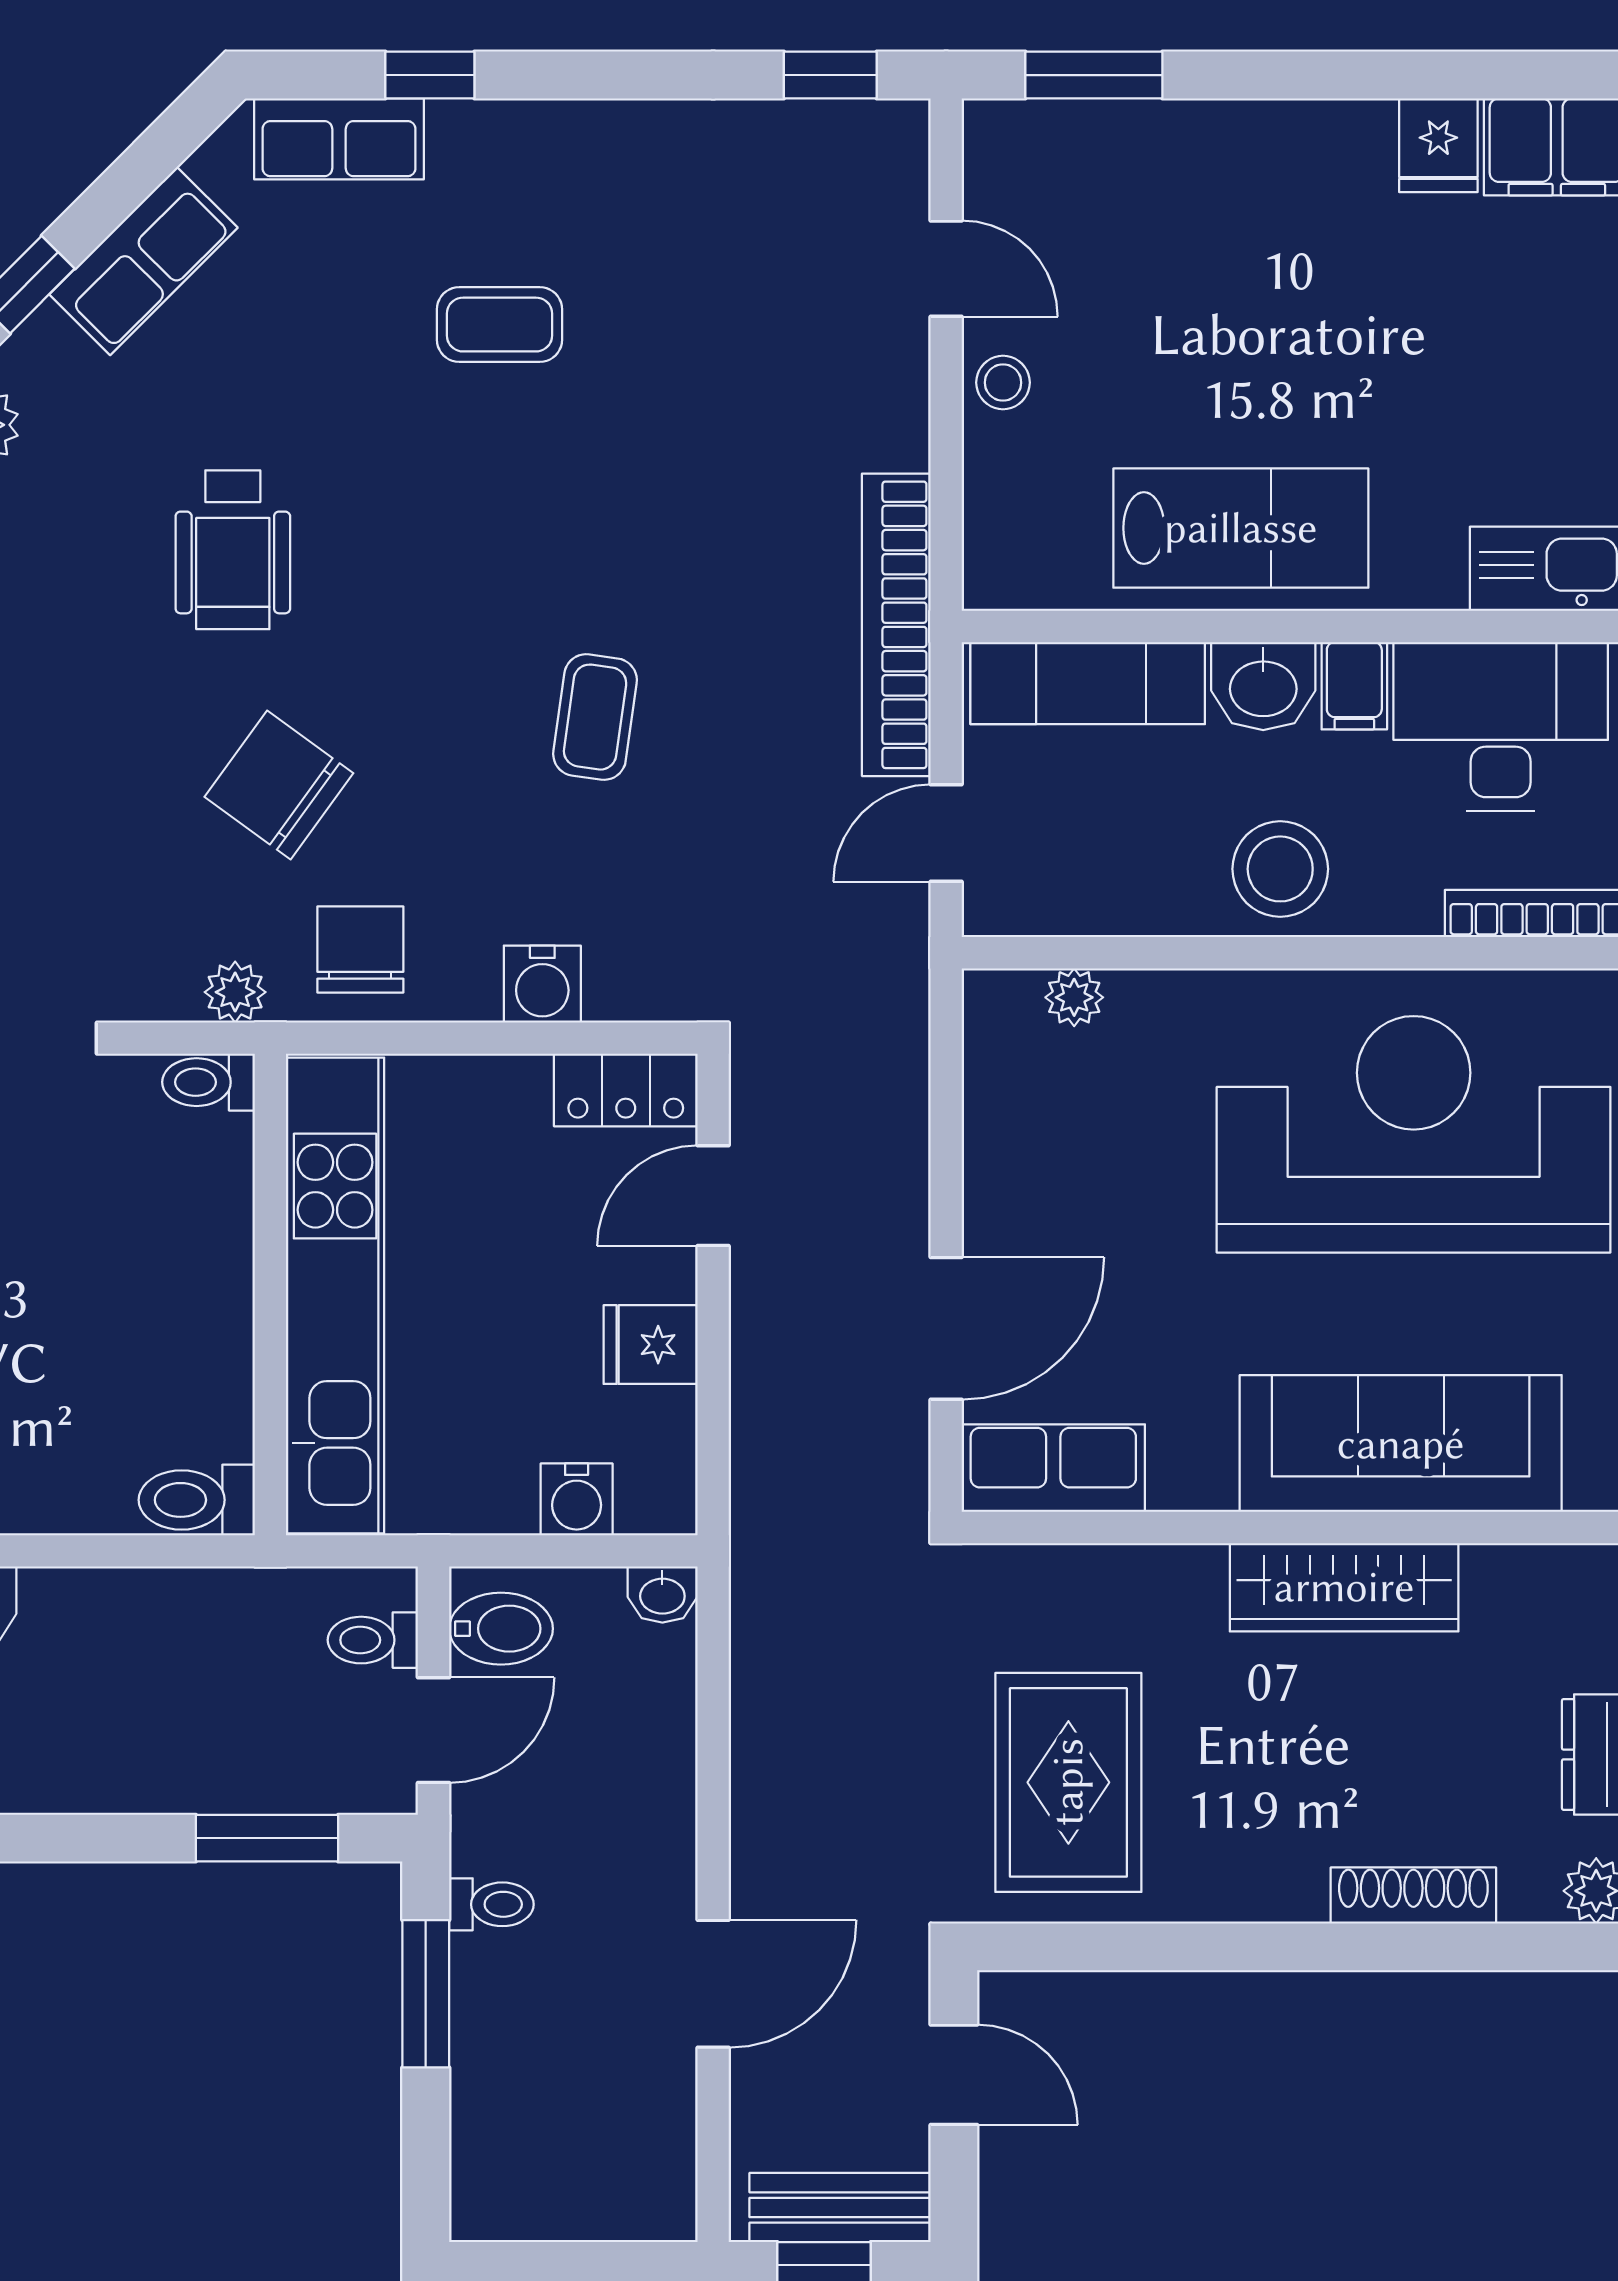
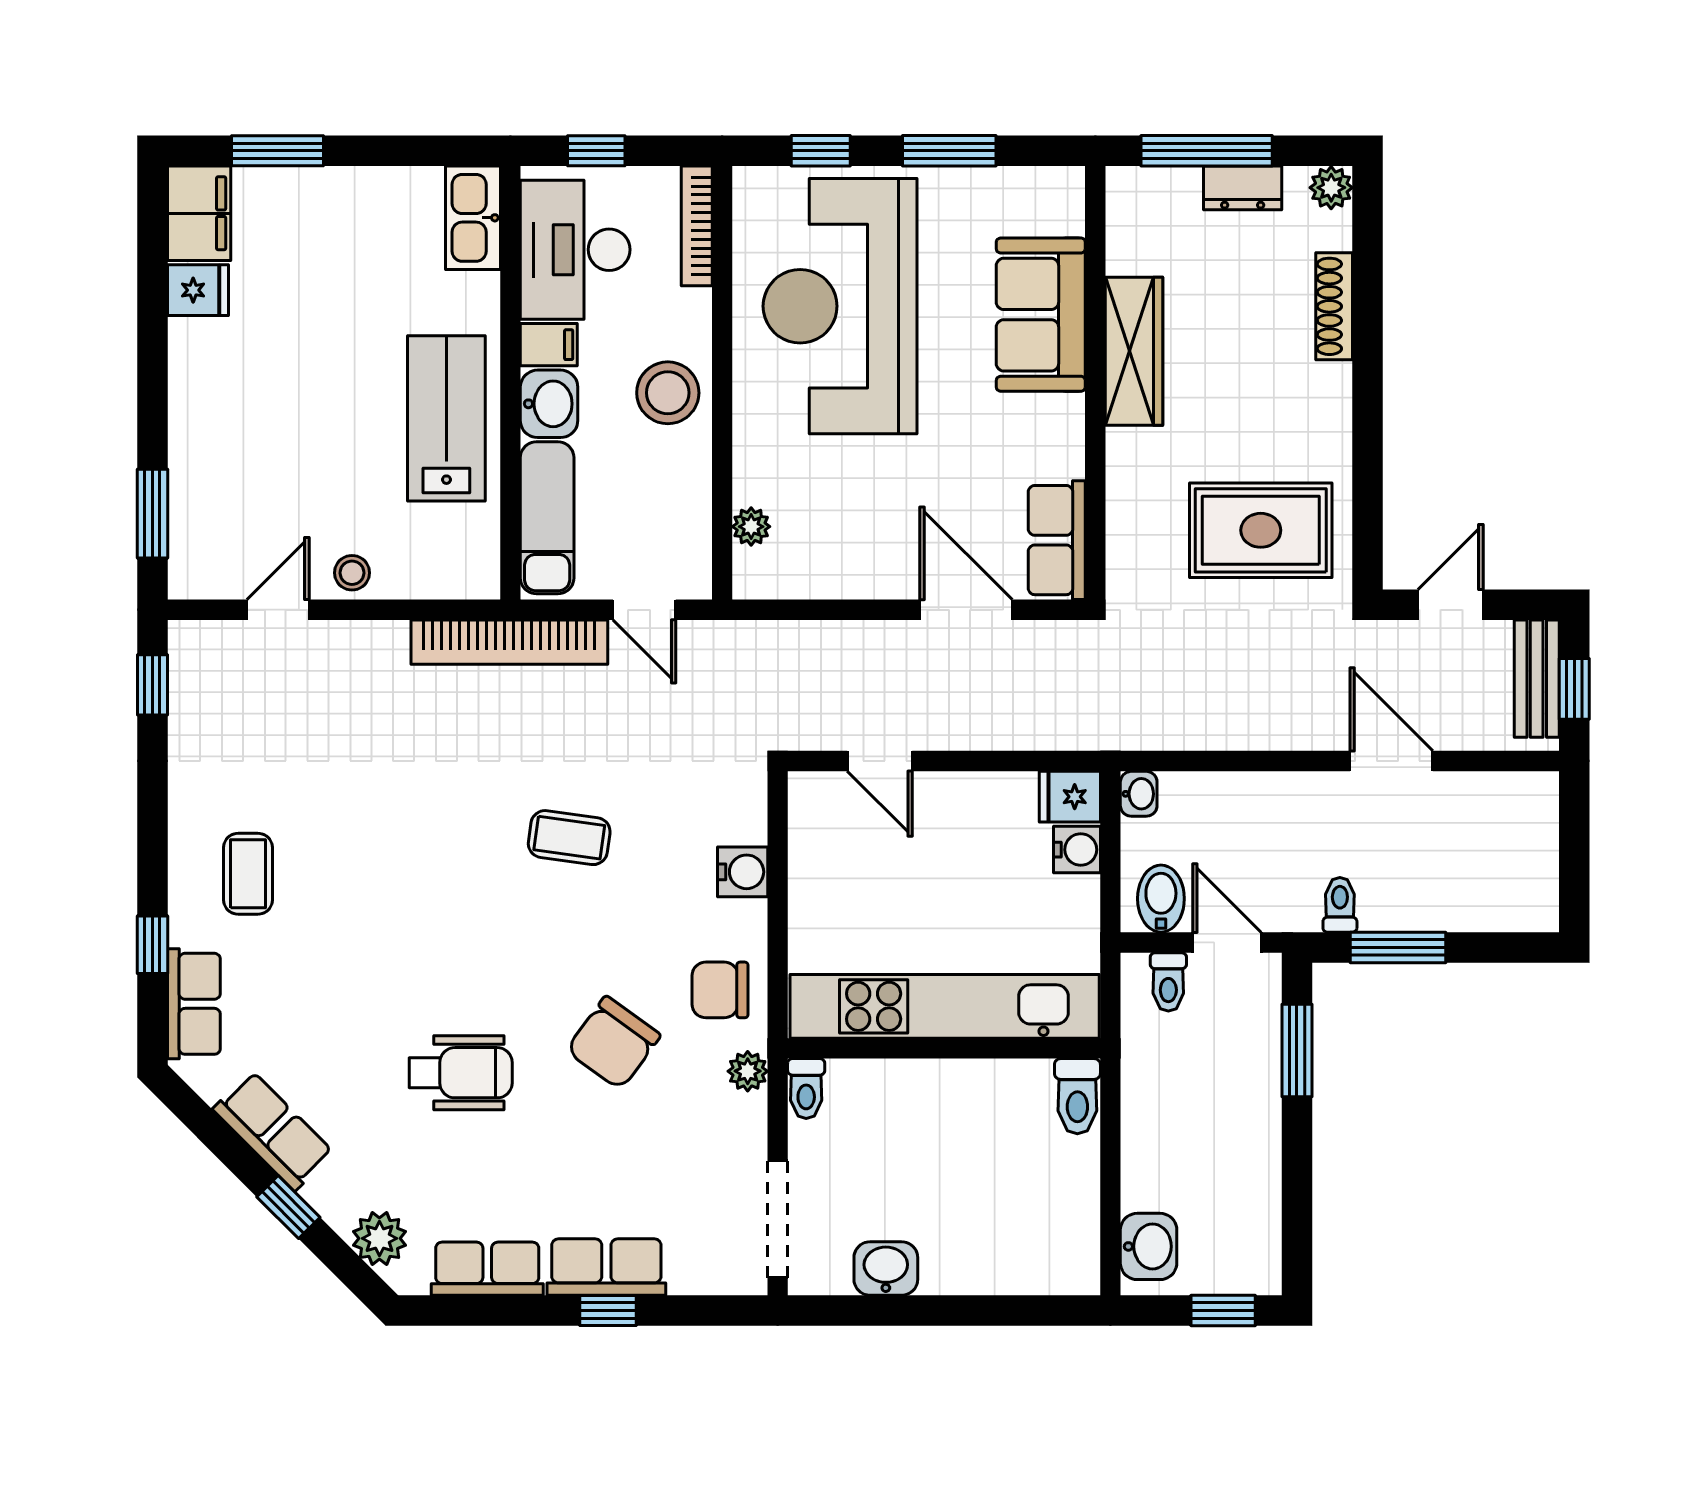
coffee table: (499, 325) -> (248, 874), moved
locker: (626, 1090) -> (811, 818), removed
fridge: (651, 1345) -> (1070, 797), moved, turned 90
sofa: (1401, 1444) -> (1041, 315), width x0.73

